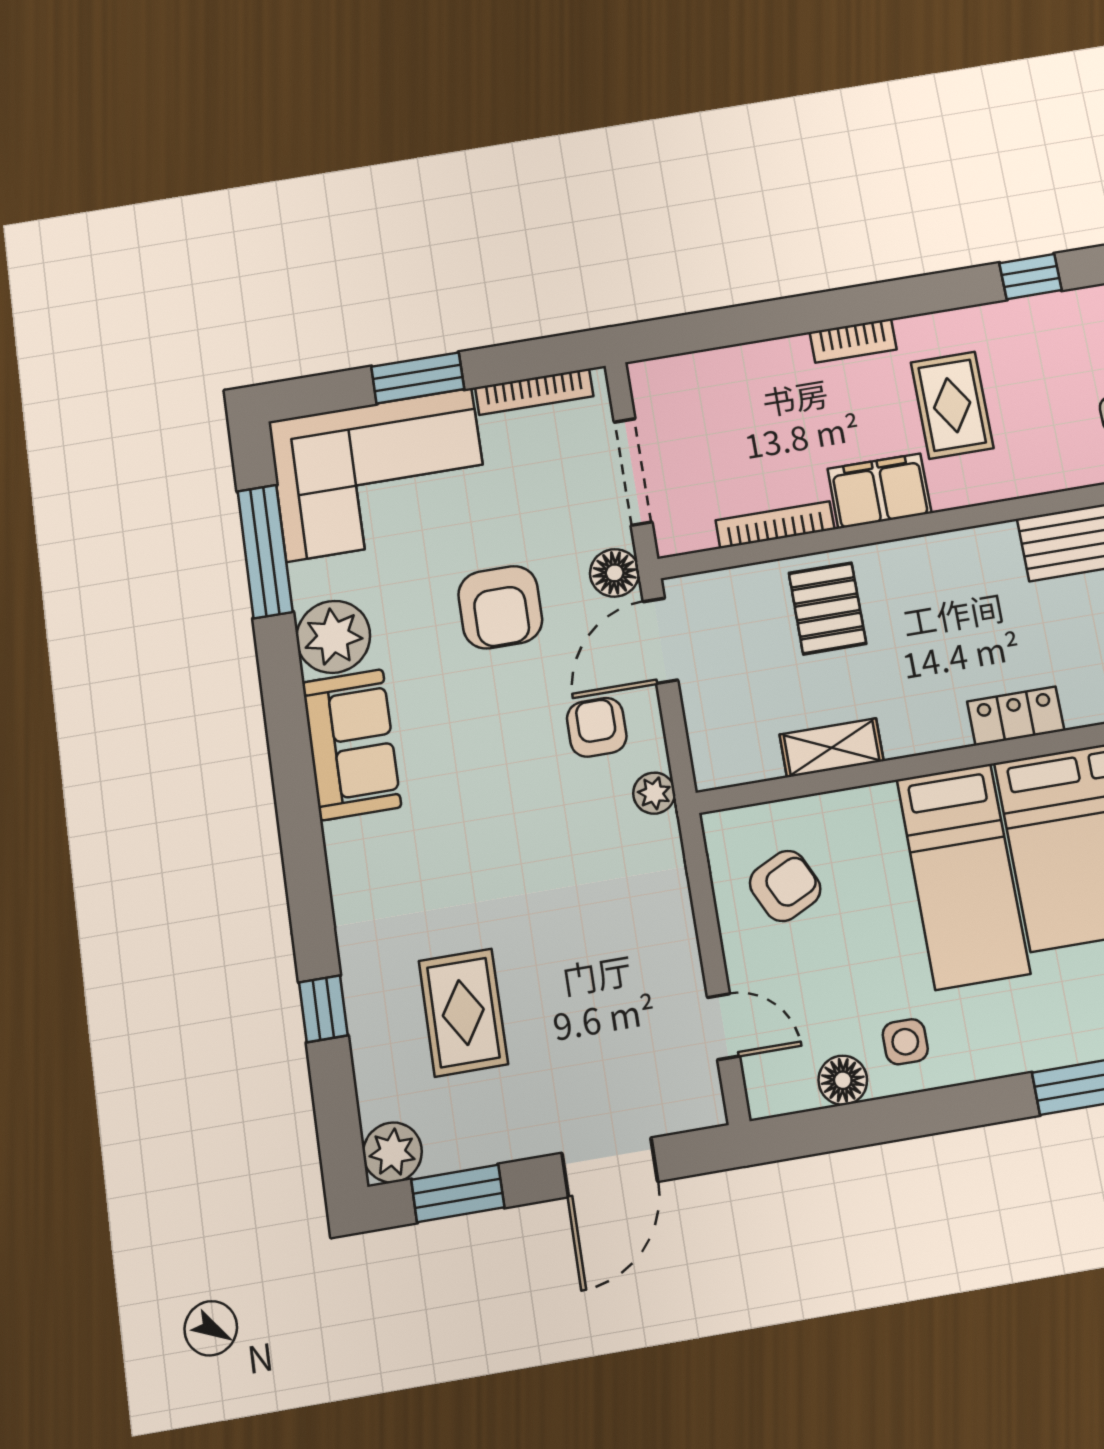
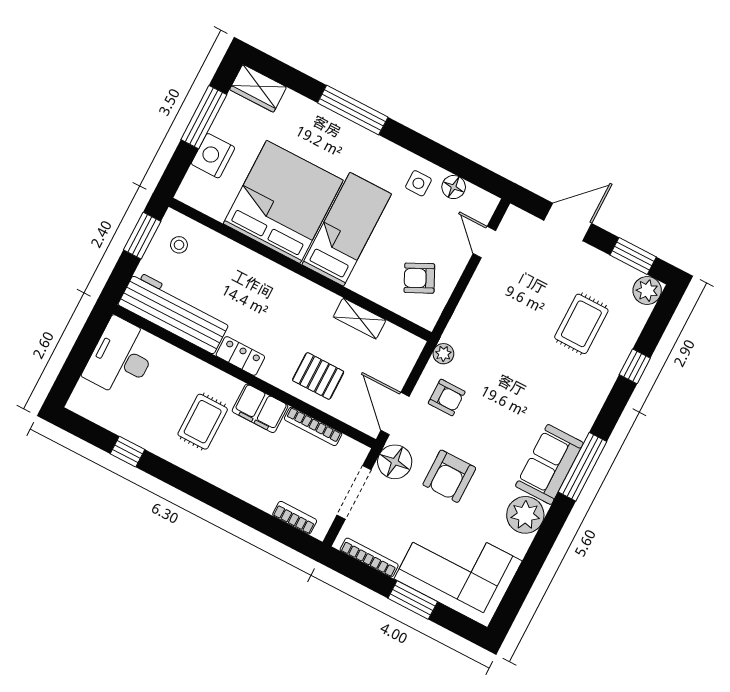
bookcase: (853, 341) -> (295, 518), moved
window: (265, 551) -> (583, 467), moved
floor lamp: (615, 573) -> (395, 462), width x1.38, depth x1.38
armchair: (500, 607) -> (449, 476), turned 180
pallet: (827, 608) -> (318, 376), turned 90
door: (661, 641) -> (395, 413), swing flipped
locker: (1016, 716) -> (240, 356), moved, turned 180
armchair: (597, 727) -> (447, 397), turned -90

